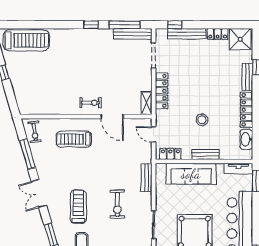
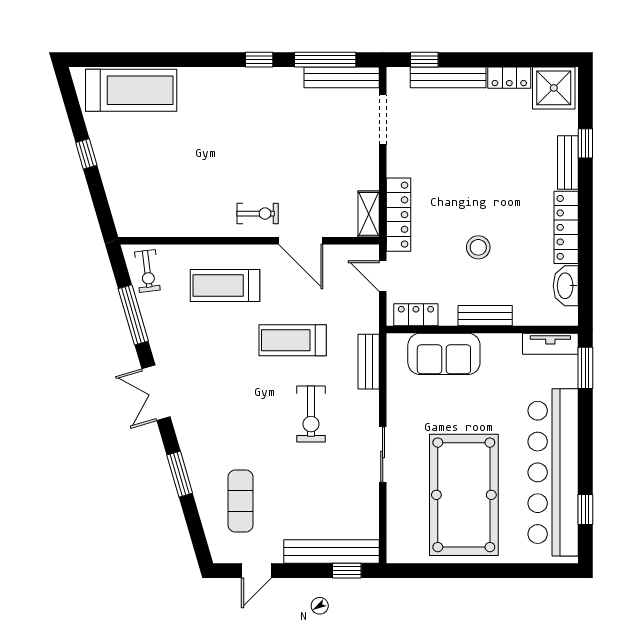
locker: (162, 91) -> (398, 215), moved
sofa: (191, 174) -> (444, 354), width x0.73
treadmill: (78, 207) -> (293, 340), moved, turned -90

